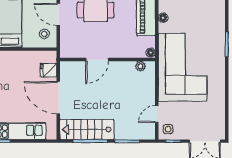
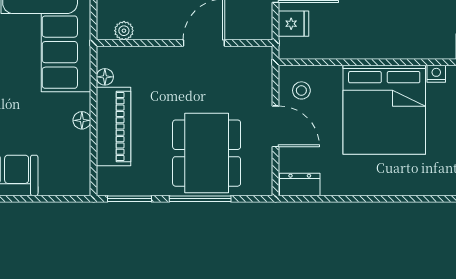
floor lamp: (151, 53) -> (105, 77), moved

